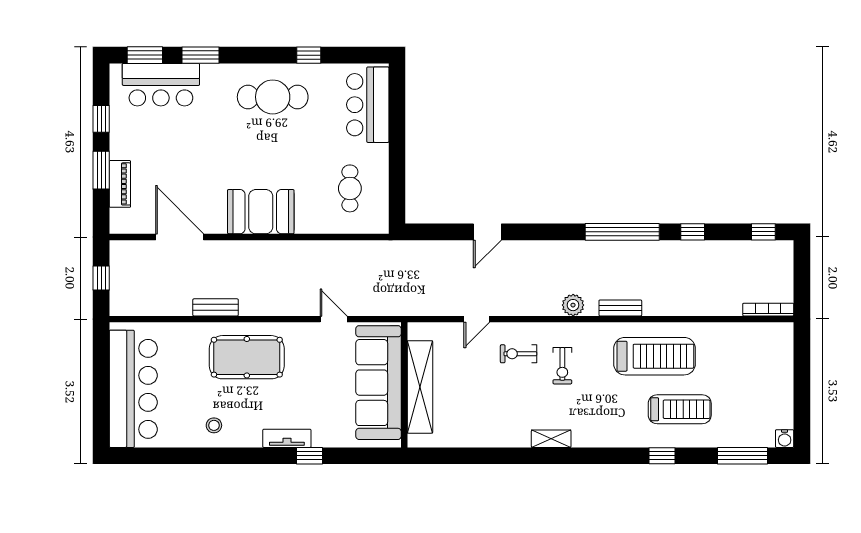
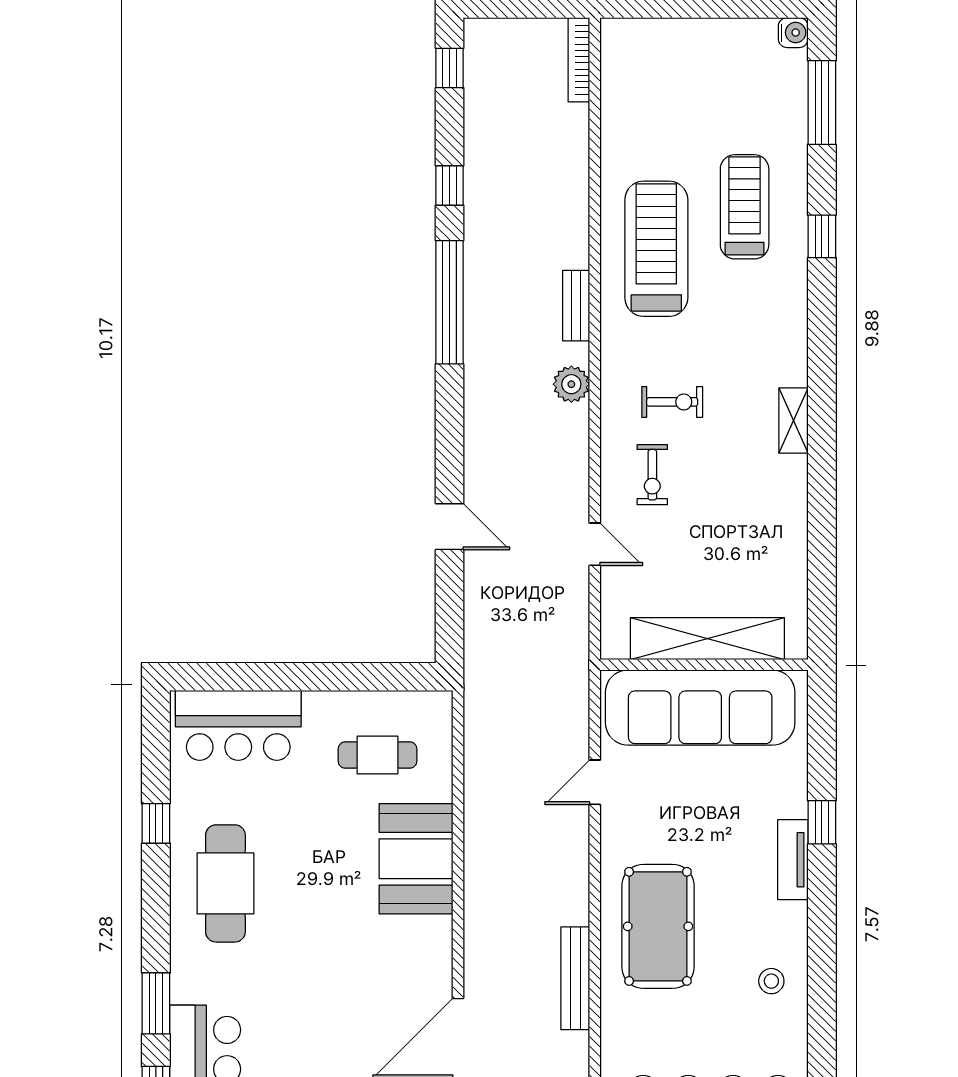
booth: (261, 212) -> (416, 859), moved
bench: (216, 307) -> (575, 978), width x1.36

